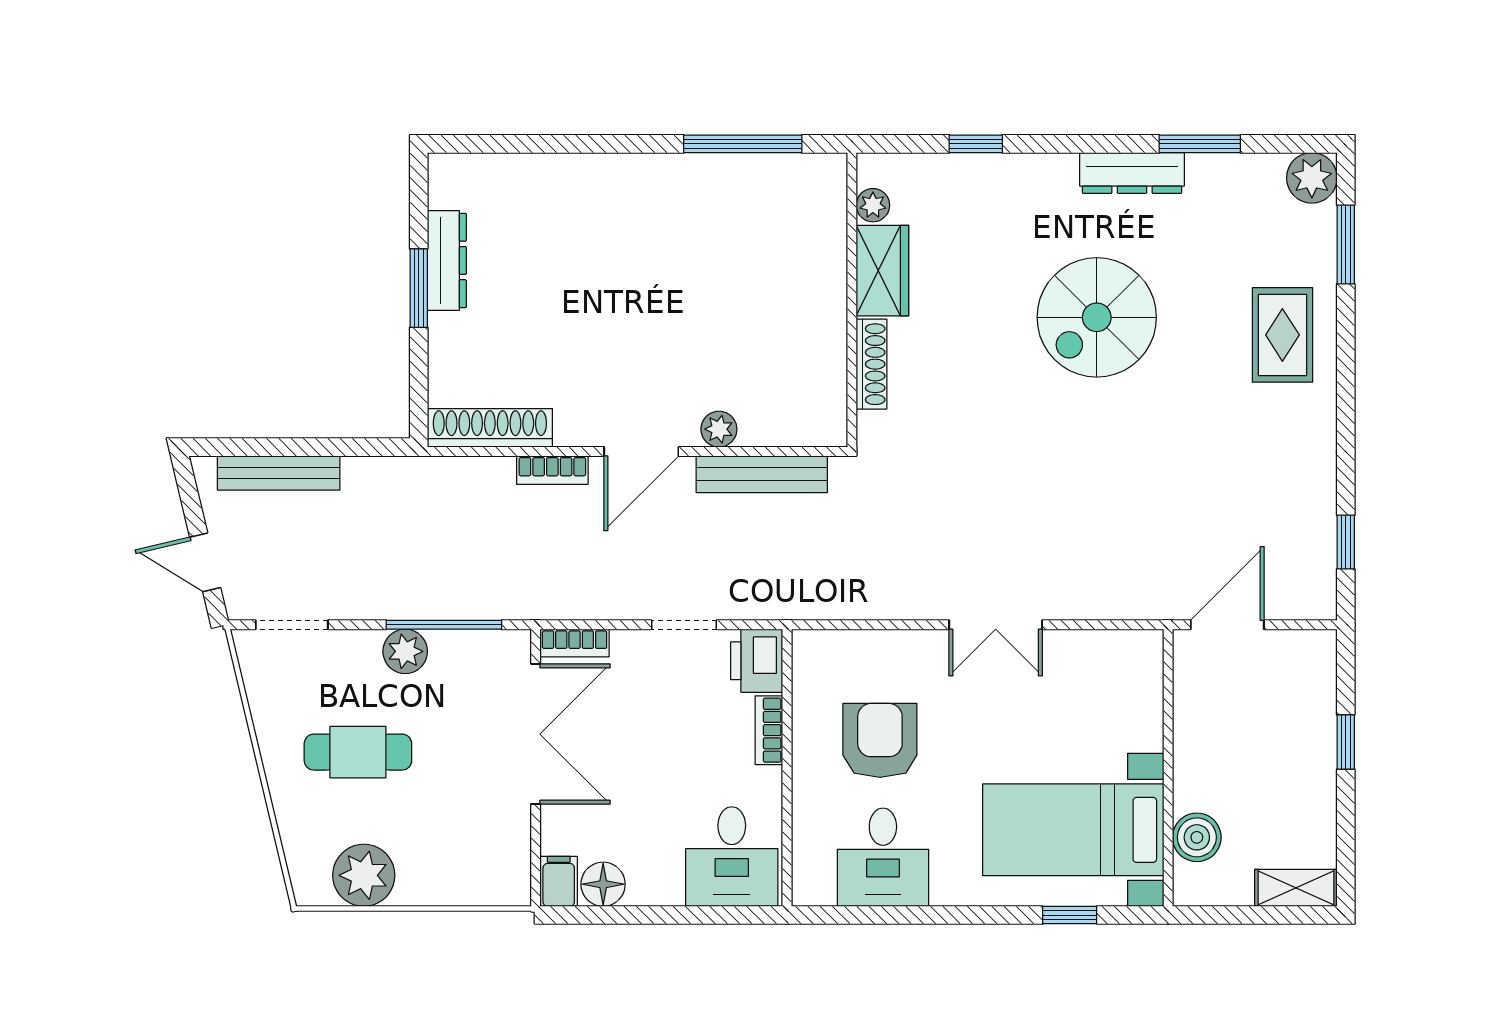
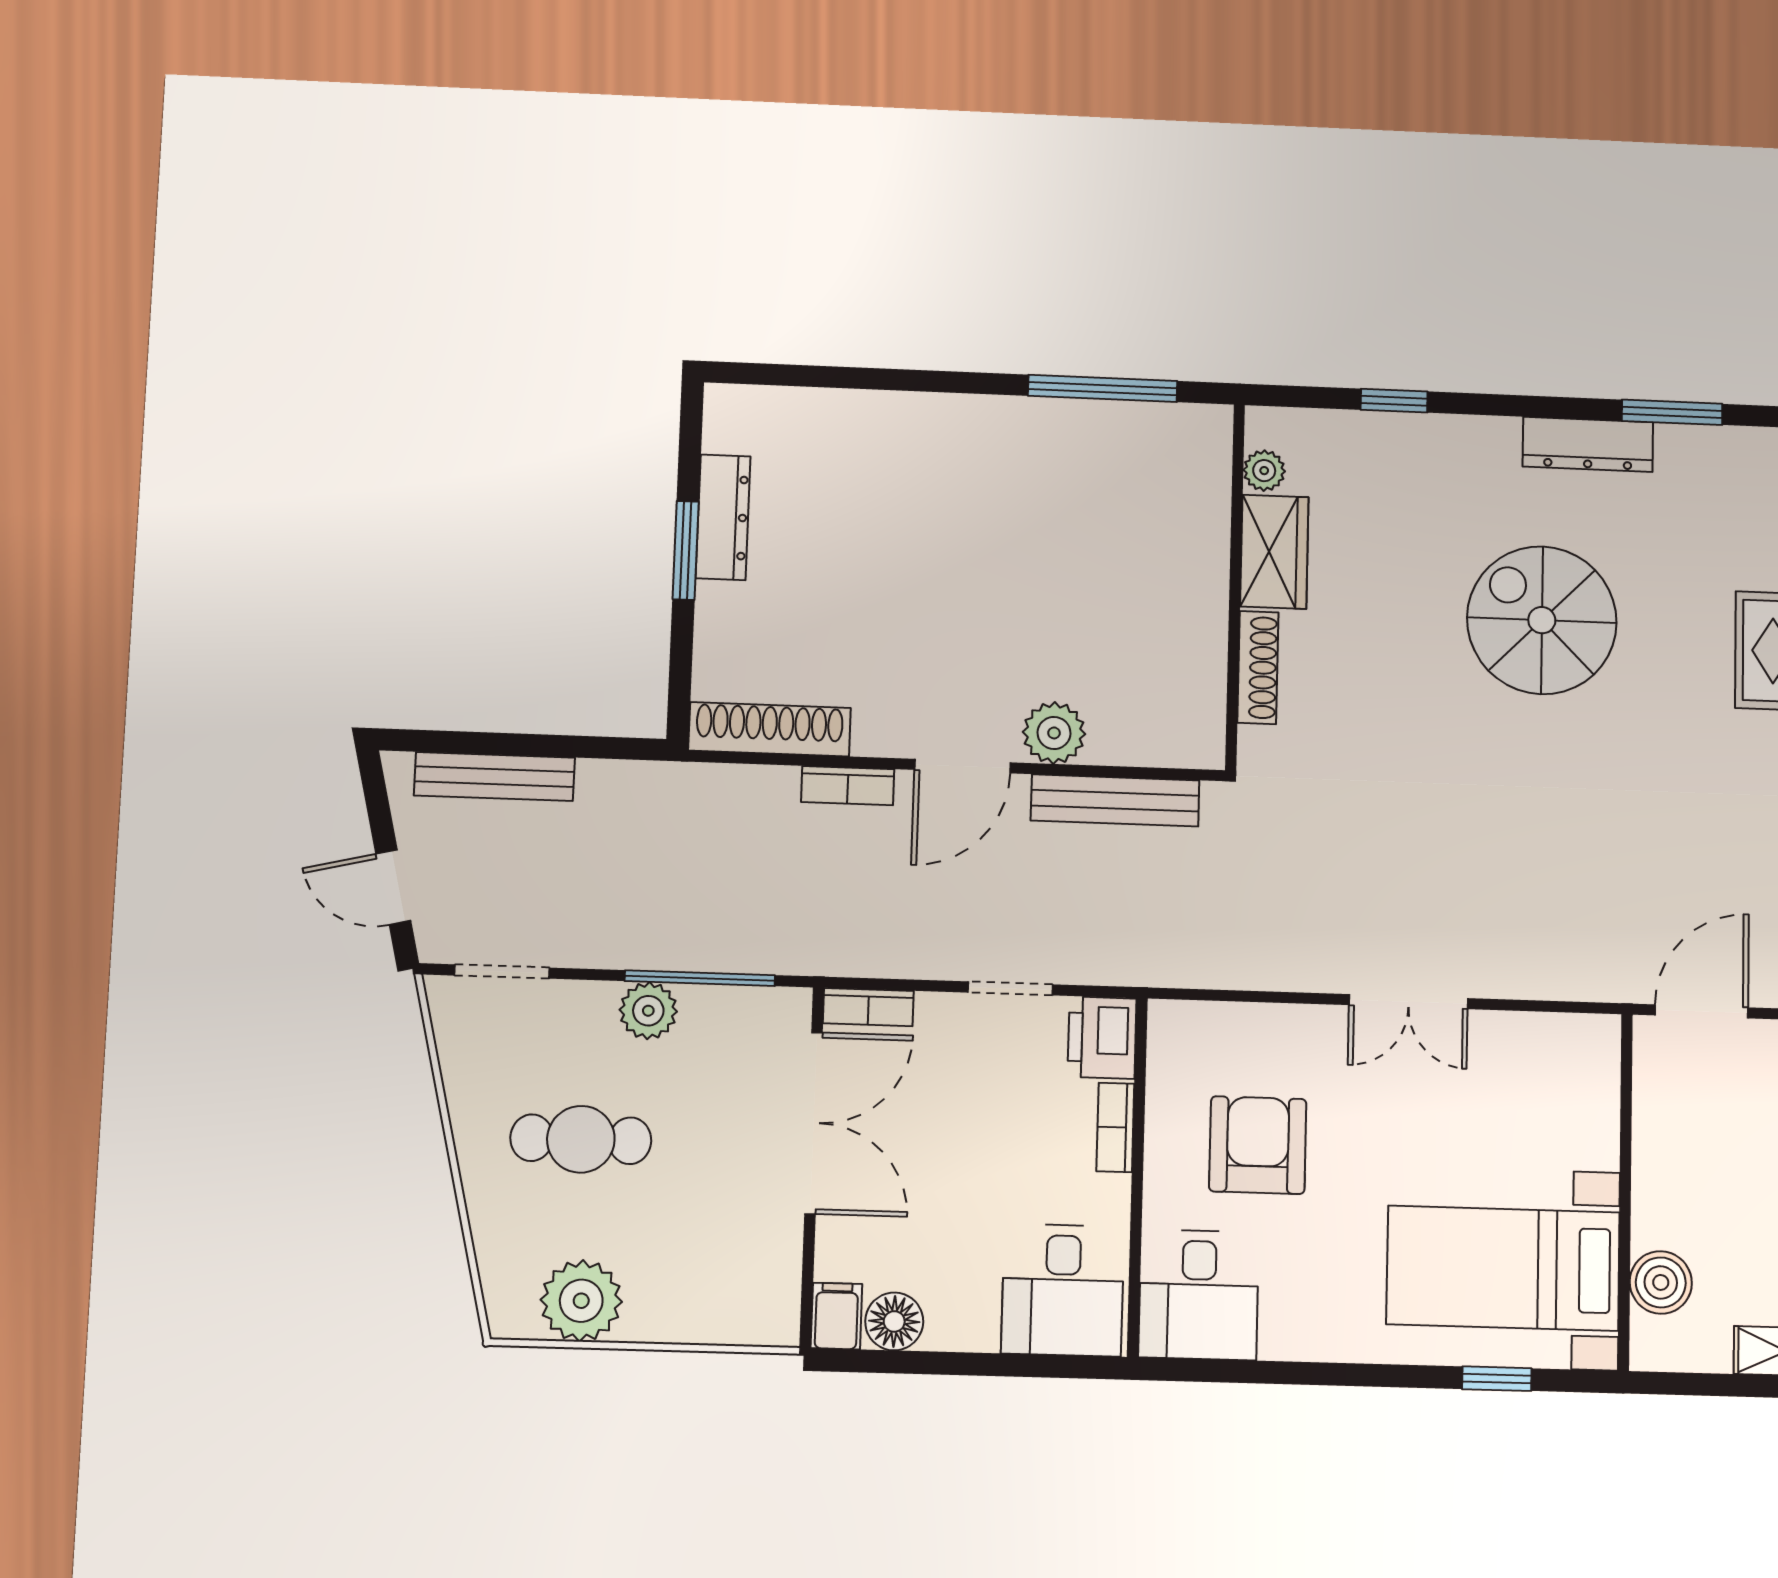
spiral stairs: (1097, 317) -> (1542, 620), turned 90
plant: (719, 429) -> (1054, 733), width x1.38, depth x1.38
desk: (883, 857) -> (1199, 1295), moved

